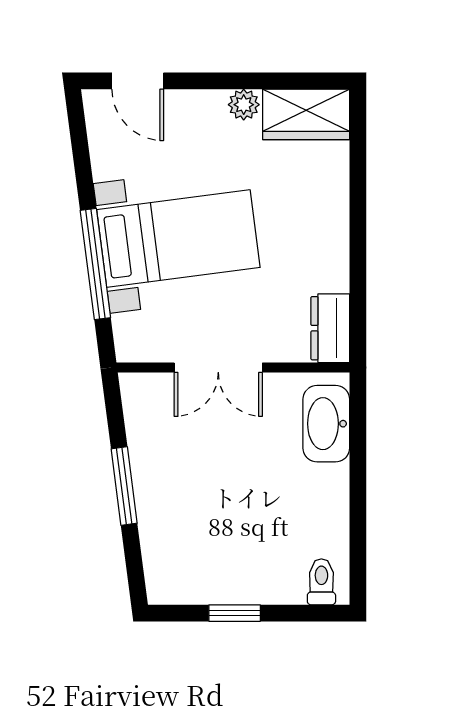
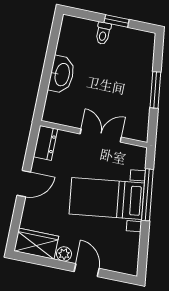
door: (138, 81) -> (87, 270), moved
door: (358, 234) -> (24, 184), added
washbasin: (326, 424) -> (62, 74), moved
toilet: (321, 582) -> (103, 33), moved

